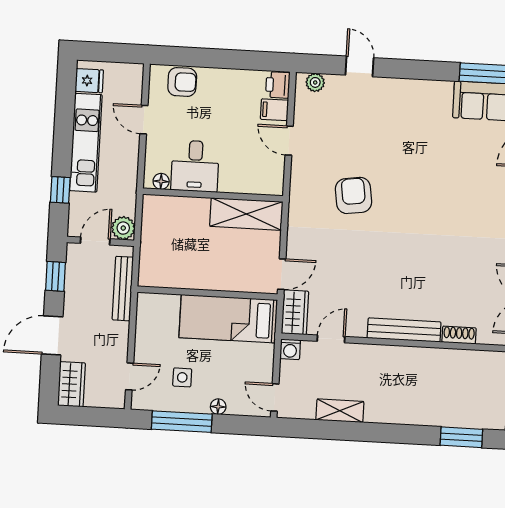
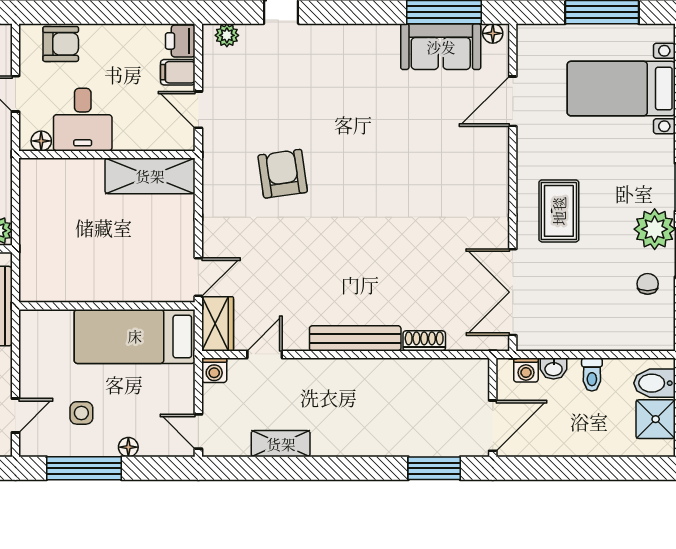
desk: (195, 166) -> (83, 120), moved
floor lamp: (161, 181) -> (41, 141), moved
wall: (213, 195) -> (107, 154), moved
shelving: (246, 214) -> (150, 176), moved

